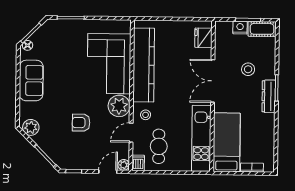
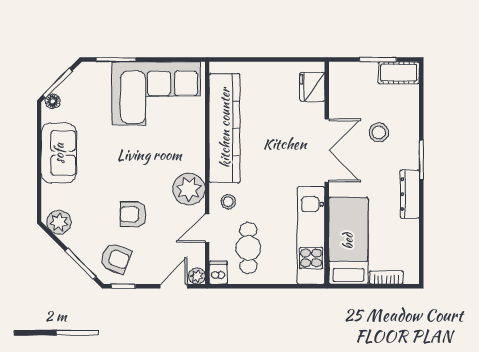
nightstand: (240, 28) -> (366, 71), removed
corner sofa: (109, 64) -> (156, 93), moved, turned -90
double door: (213, 81) -> (327, 150), swing flipped
dresser: (269, 96) -> (410, 194), moved
armchair: (69, 152) -> (116, 258), added

